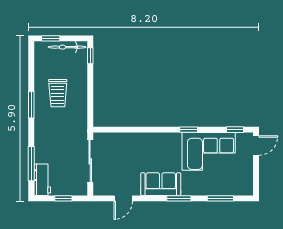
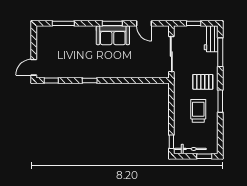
pallet: (52, 128) -> (203, 82), added
corner sofa: (209, 151) -> (73, 62), removed
door: (123, 198) -> (144, 23), swing flipped
window: (179, 198) -> (112, 23), moved

